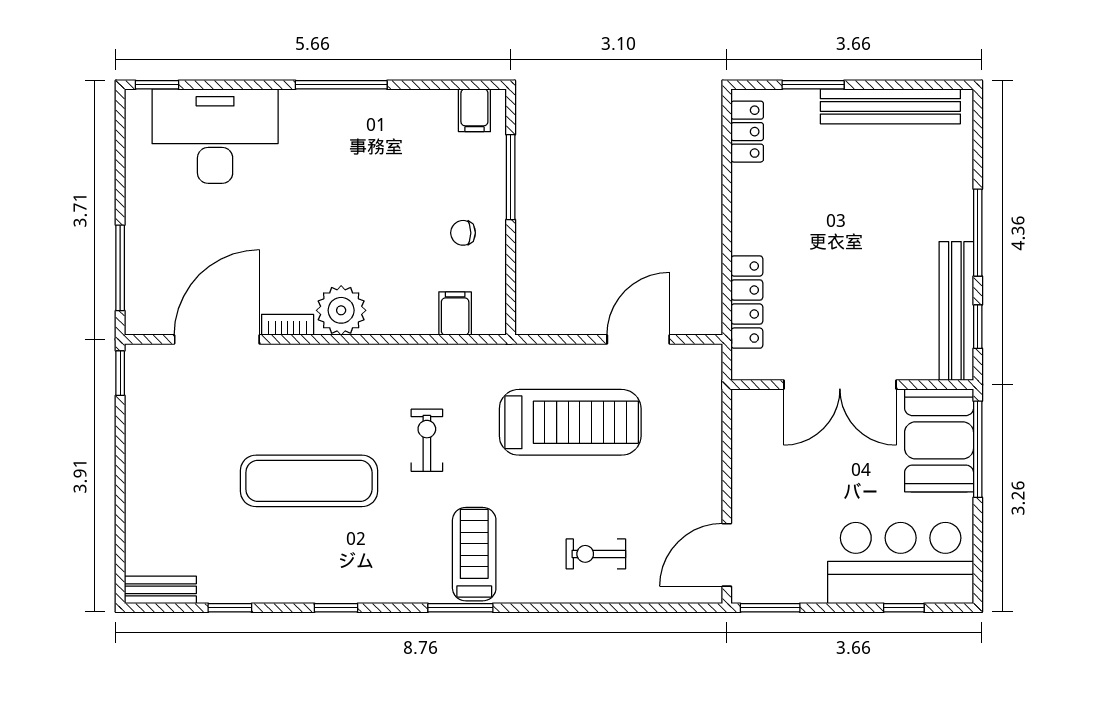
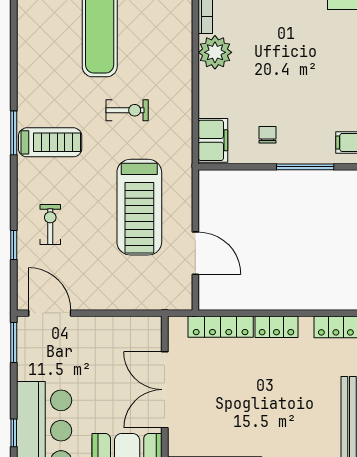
locker: (747, 219) -> (276, 327), added
filing cabinet: (455, 313) -> (213, 140), width x2.00
window: (336, 608) -> (14, 245), moved

